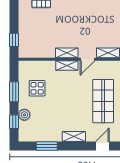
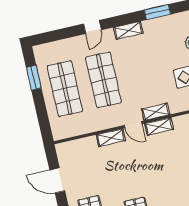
door: (87, 59) -> (133, 125), swing flipped

